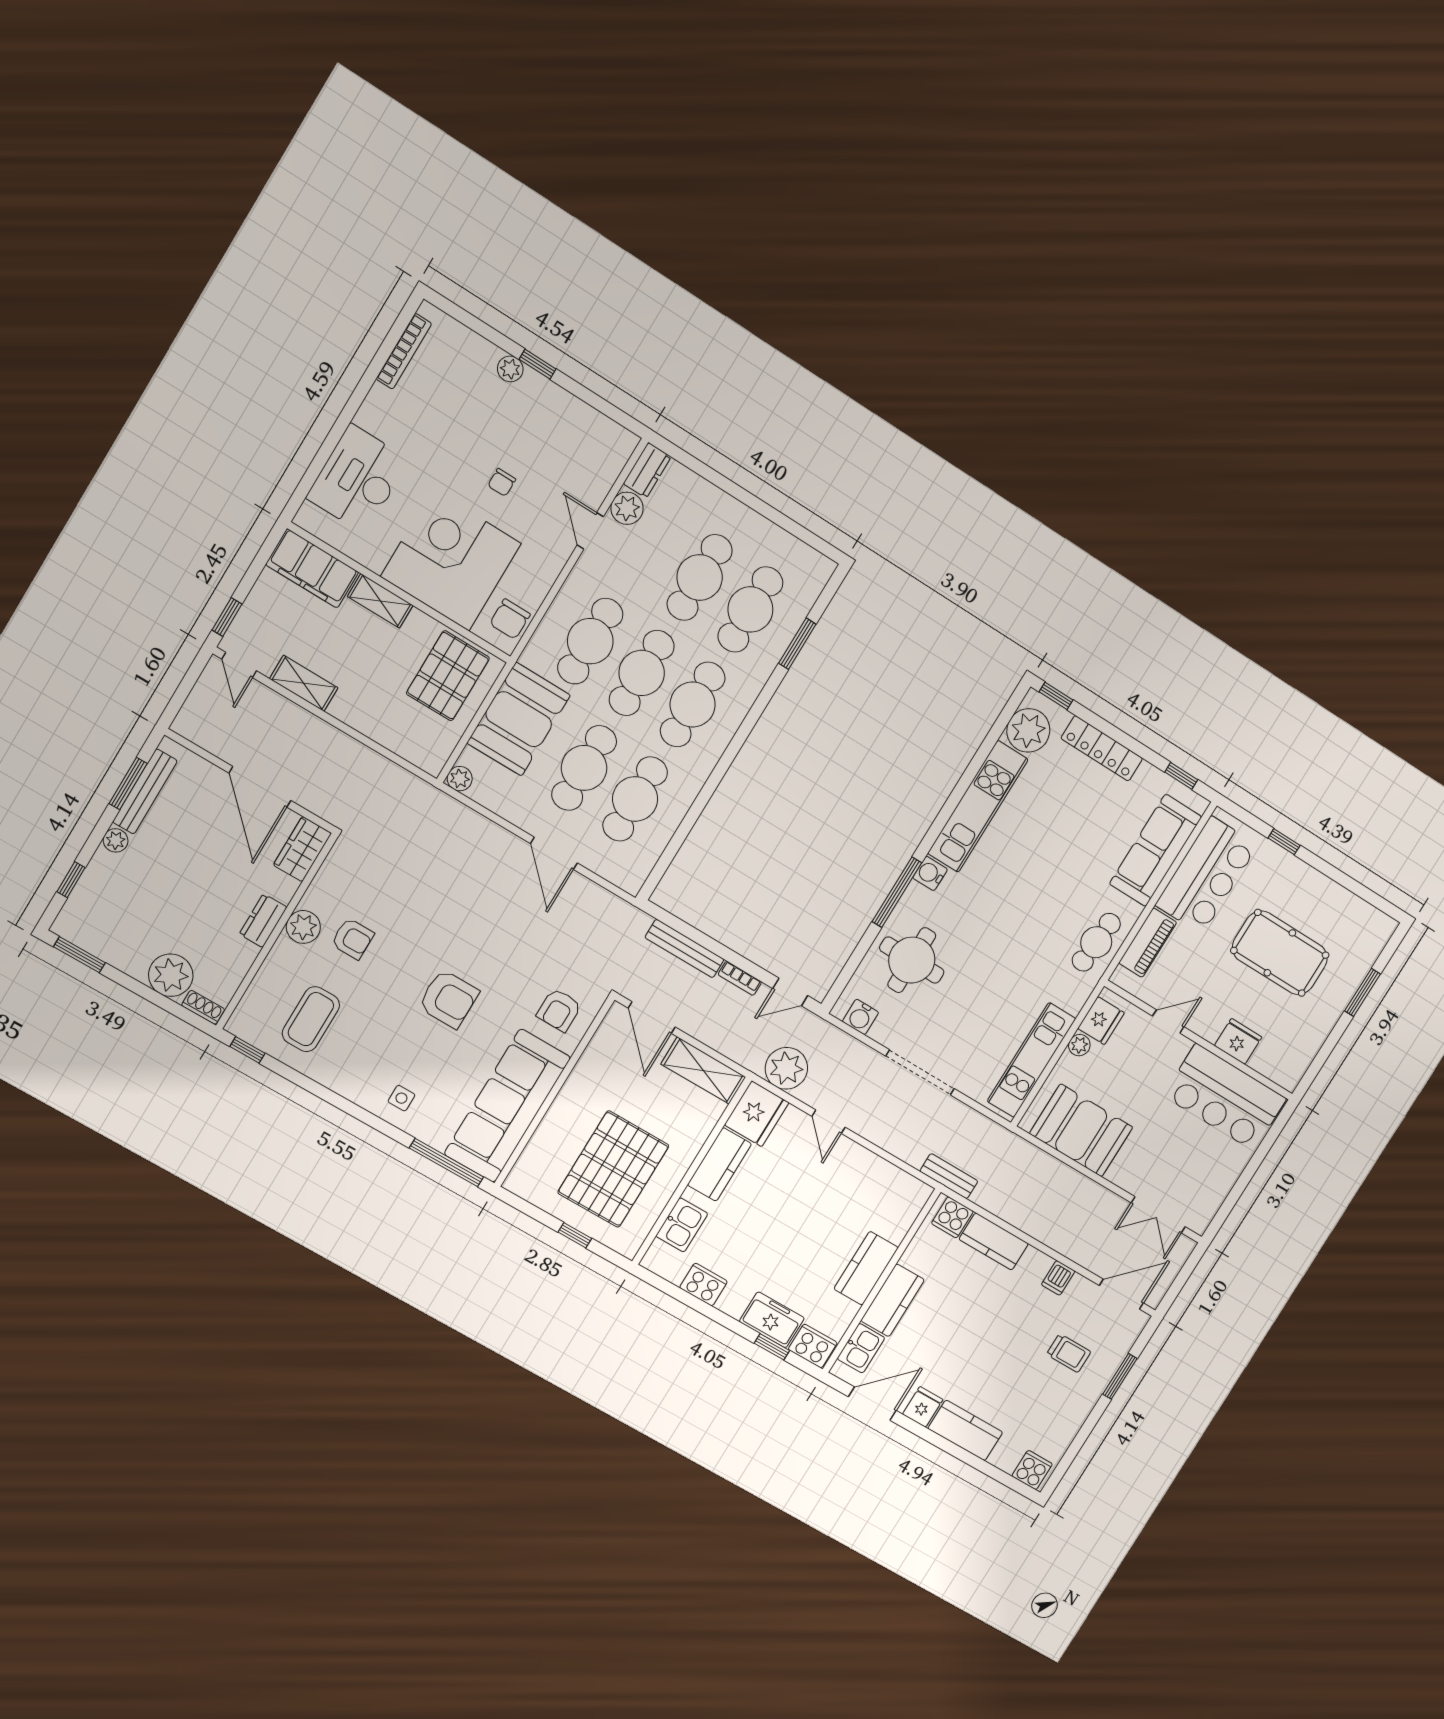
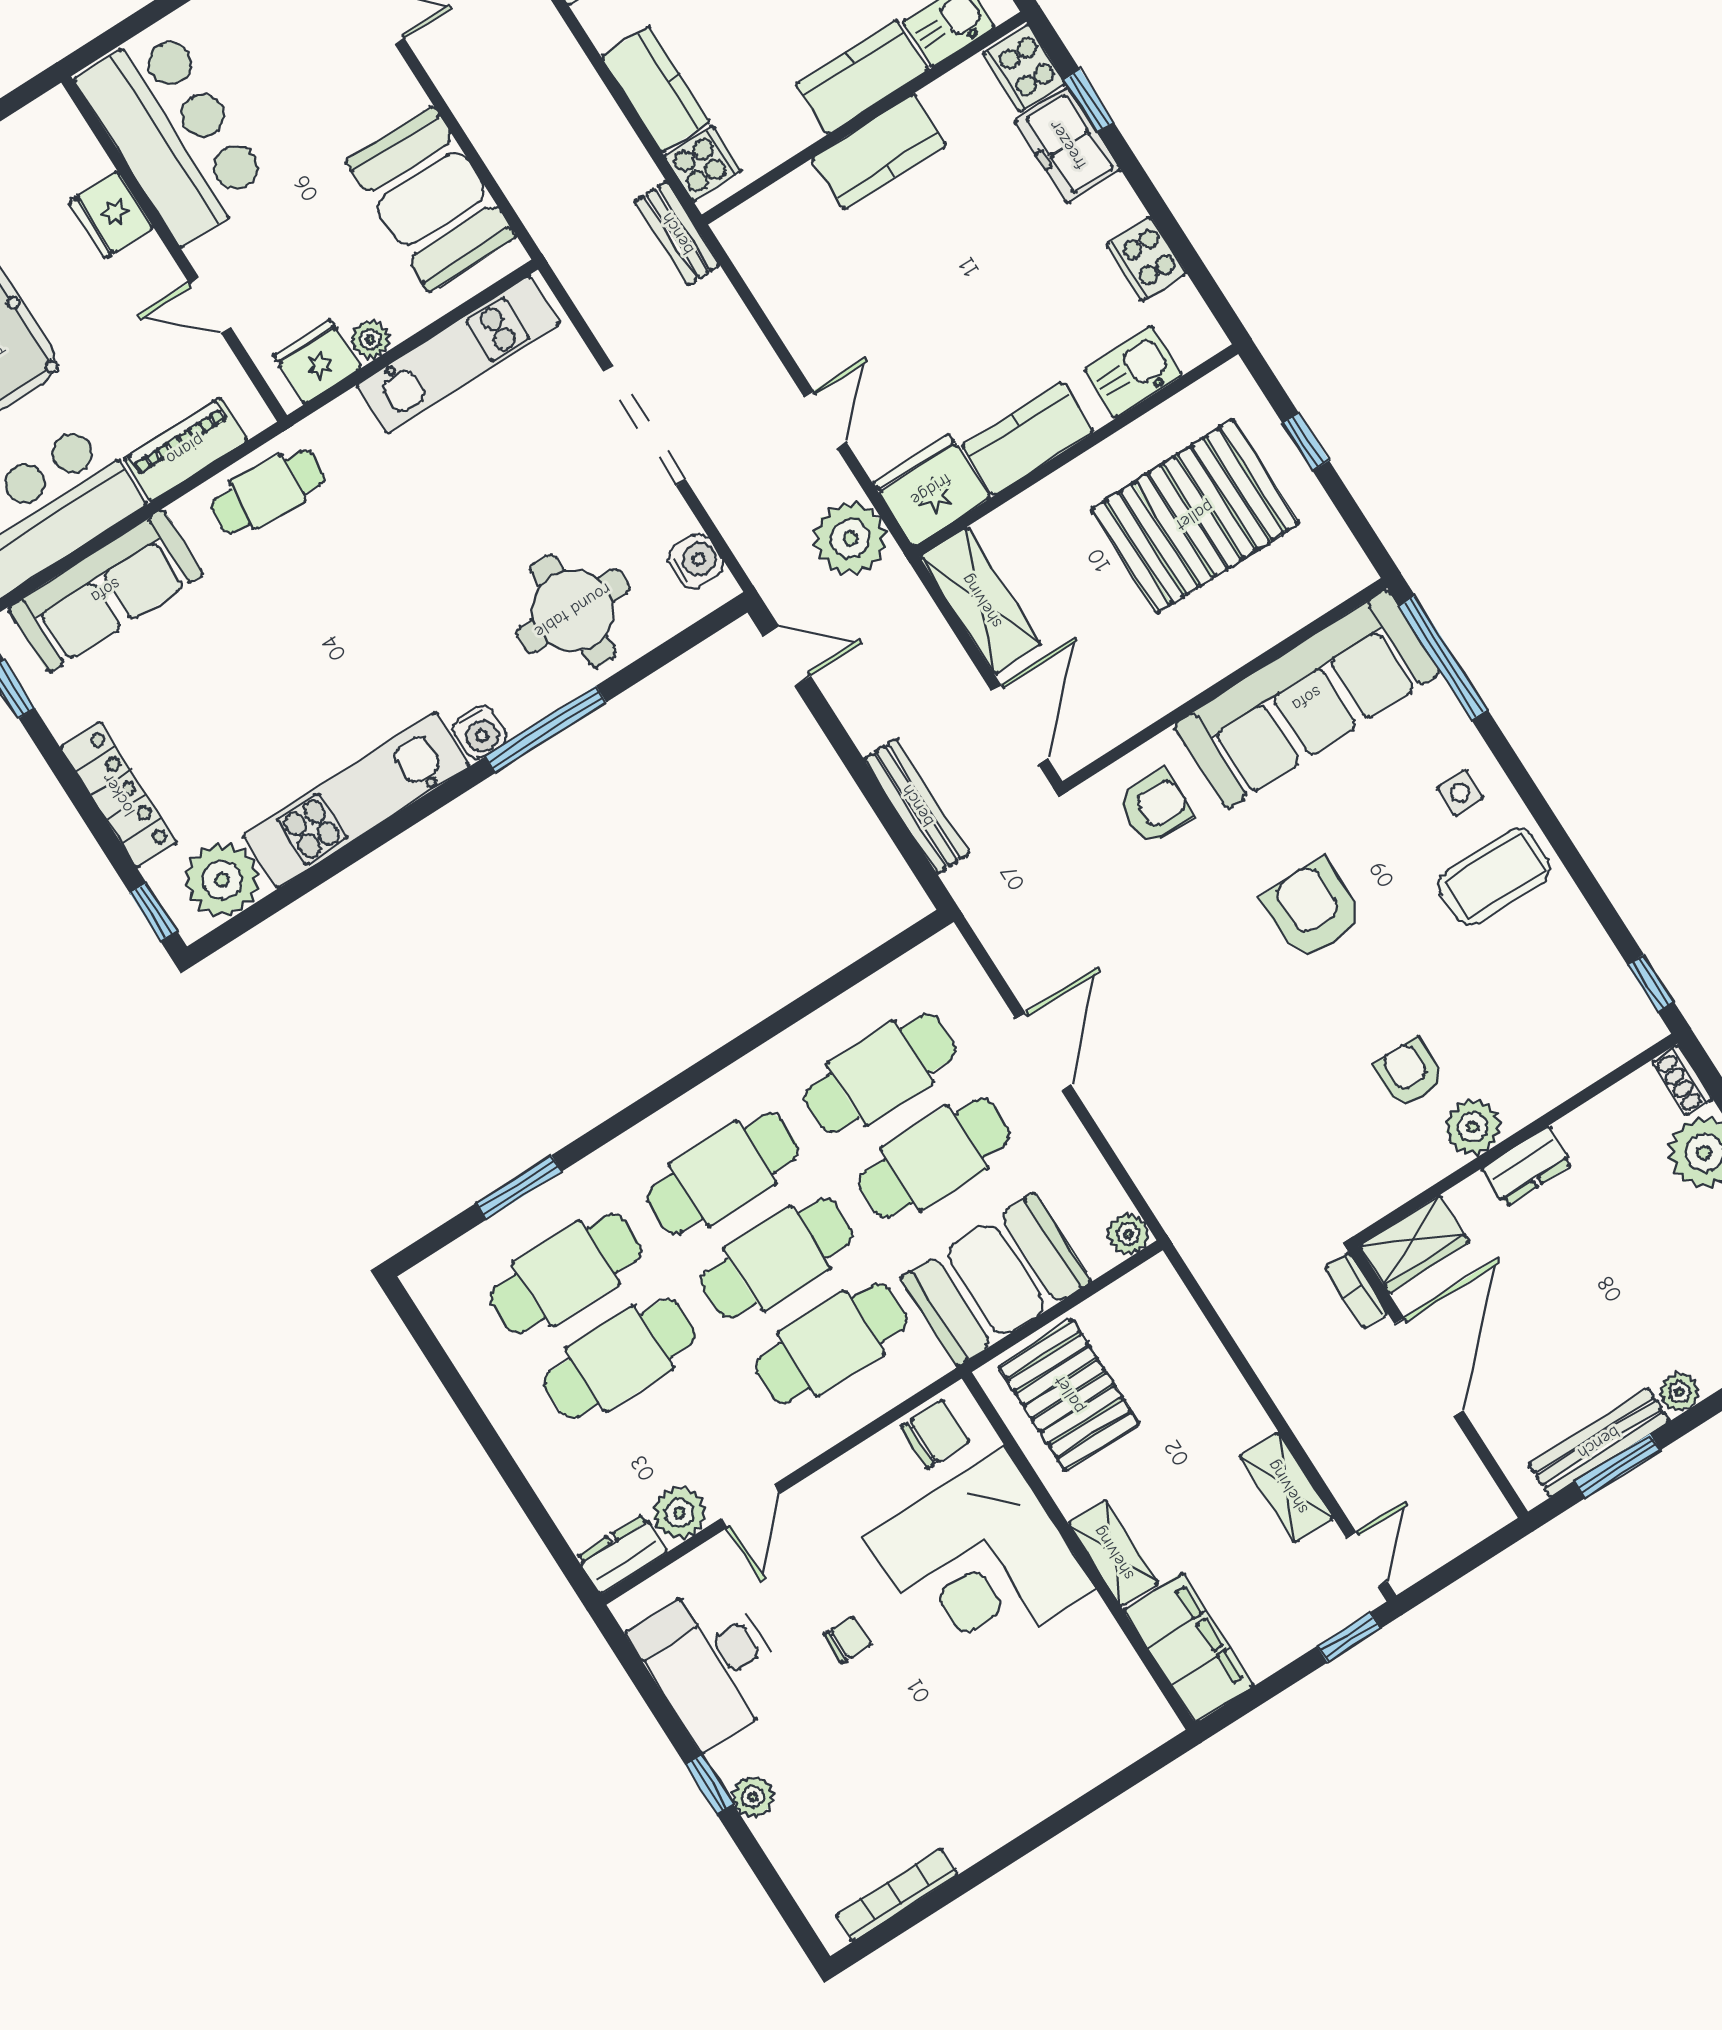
desk: (358, 479) -> (711, 1663), moved, turned 90
pallet: (448, 676) -> (1069, 1395), turned 90
bookcase: (740, 978) -> (1356, 1290), moved, turned 180
coffee table: (311, 1019) -> (1494, 876), moved

